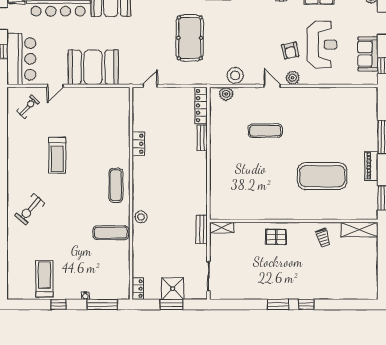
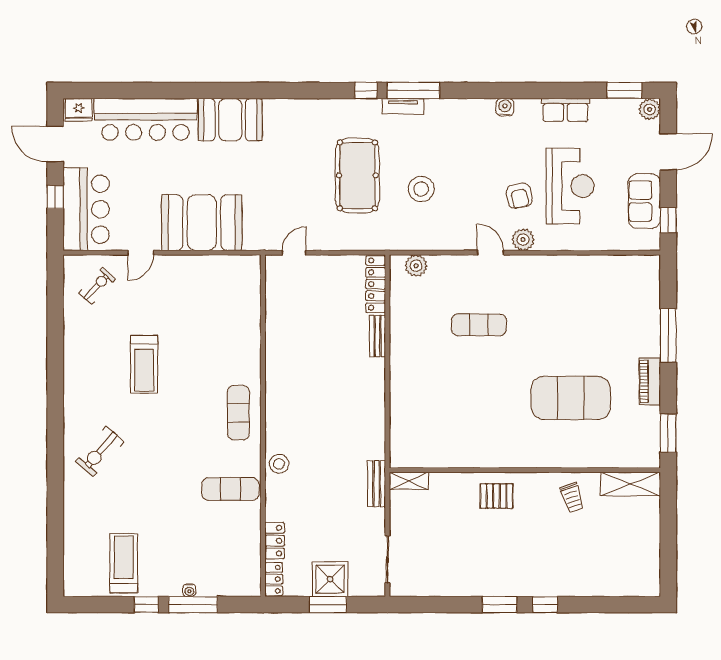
stool: (235, 75) -> (421, 189), moved
locker: (138, 144) -> (275, 541), moved
window: (102, 304) -> (193, 605), moved

